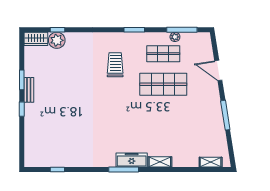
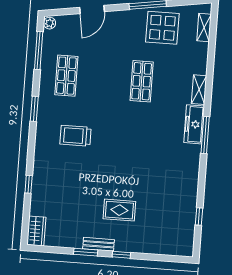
window: (58, 30) -> (29, 184), moved
plant: (175, 37) -> (50, 23), moved
plant: (57, 40) -> (40, 205), removed
shop shelf: (163, 84) -> (142, 81), moved, width x0.70, depth x0.74
rug: (58, 105) -> (119, 210), added
display table: (208, 128) -> (162, 28), added

